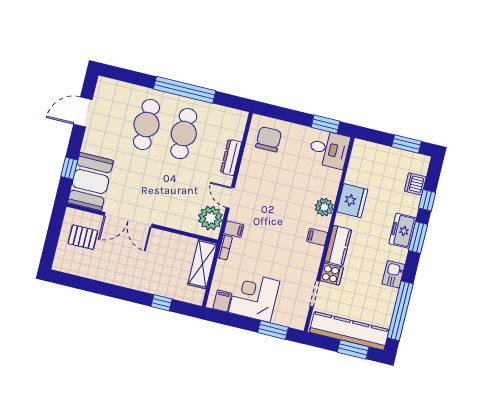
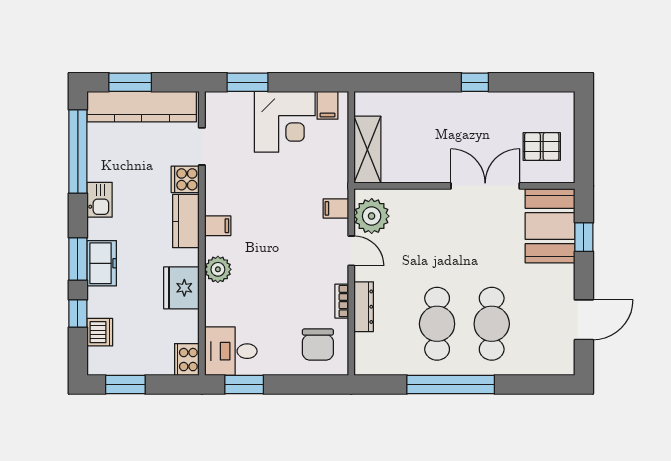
cooker: (360, 151) -> (187, 360), added
bookcase: (225, 247) -> (342, 301), moved
window: (161, 303) -> (475, 82), moved

